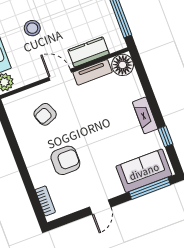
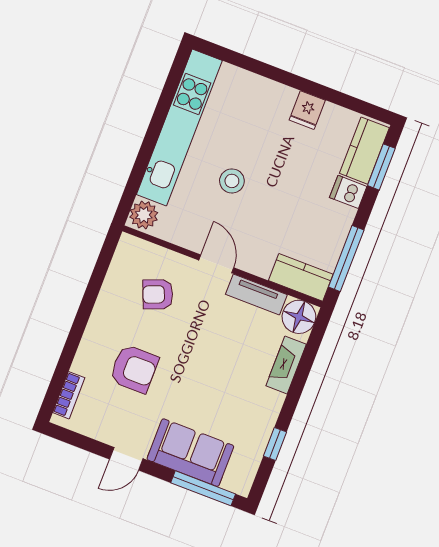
kitchen counter: (89, 52) -> (301, 277), moved
fireplace: (145, 115) -> (286, 365), moved
sofa: (144, 171) -> (190, 453), moved

